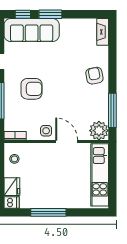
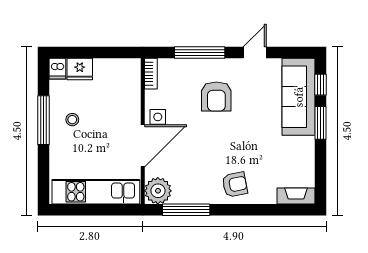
door: (67, 141) -> (143, 146), width x1.36
stool: (14, 159) -> (72, 120), moved

